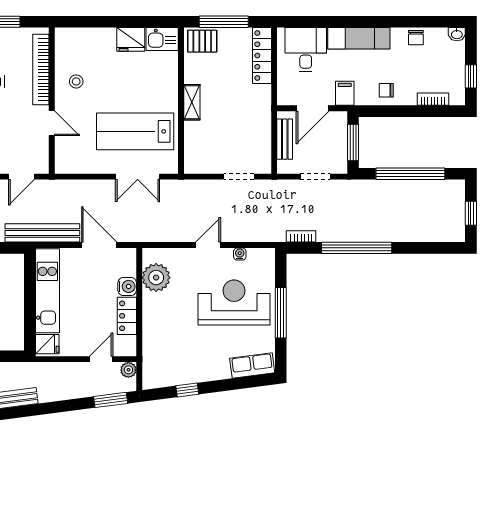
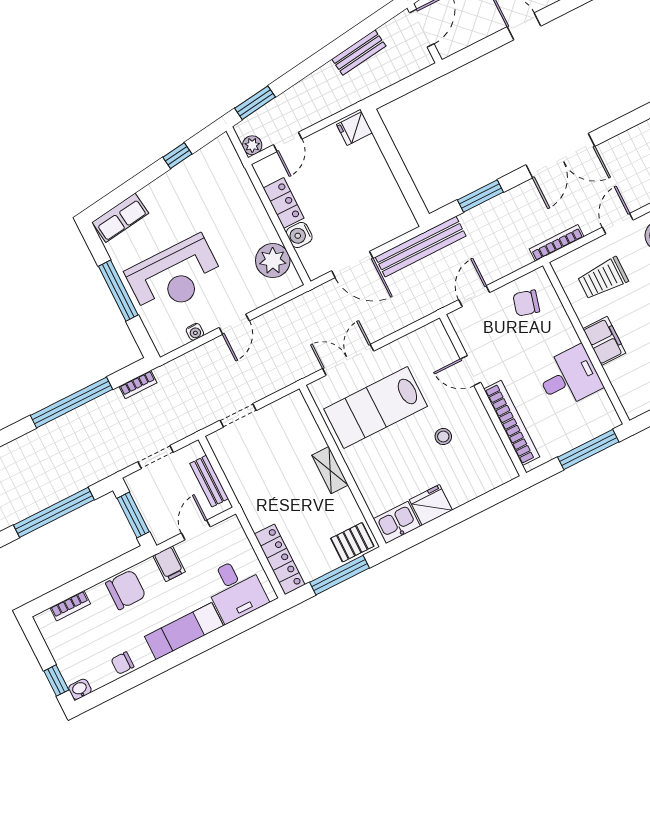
chair: (416, 38) -> (122, 663), turned -90
window: (471, 76) -> (56, 680), moved
stool: (76, 81) -> (443, 436), moved
chair: (386, 90) -> (126, 590), width x1.87, depth x1.87
door: (313, 108) -> (196, 530), width x0.73
lab bench: (135, 131) -> (376, 408), turned 180
kitchen unit: (47, 291) -> (383, 187), removed

